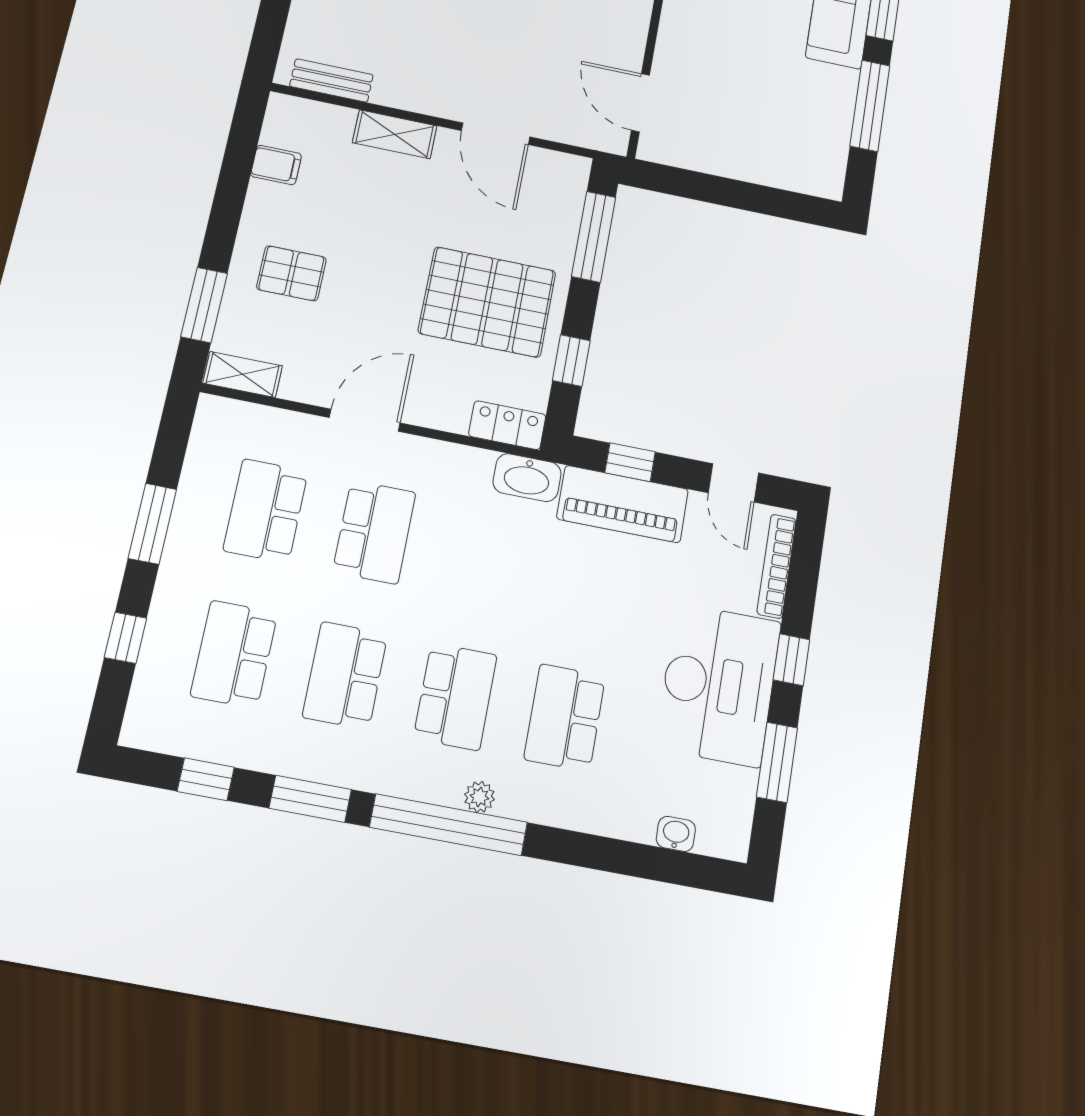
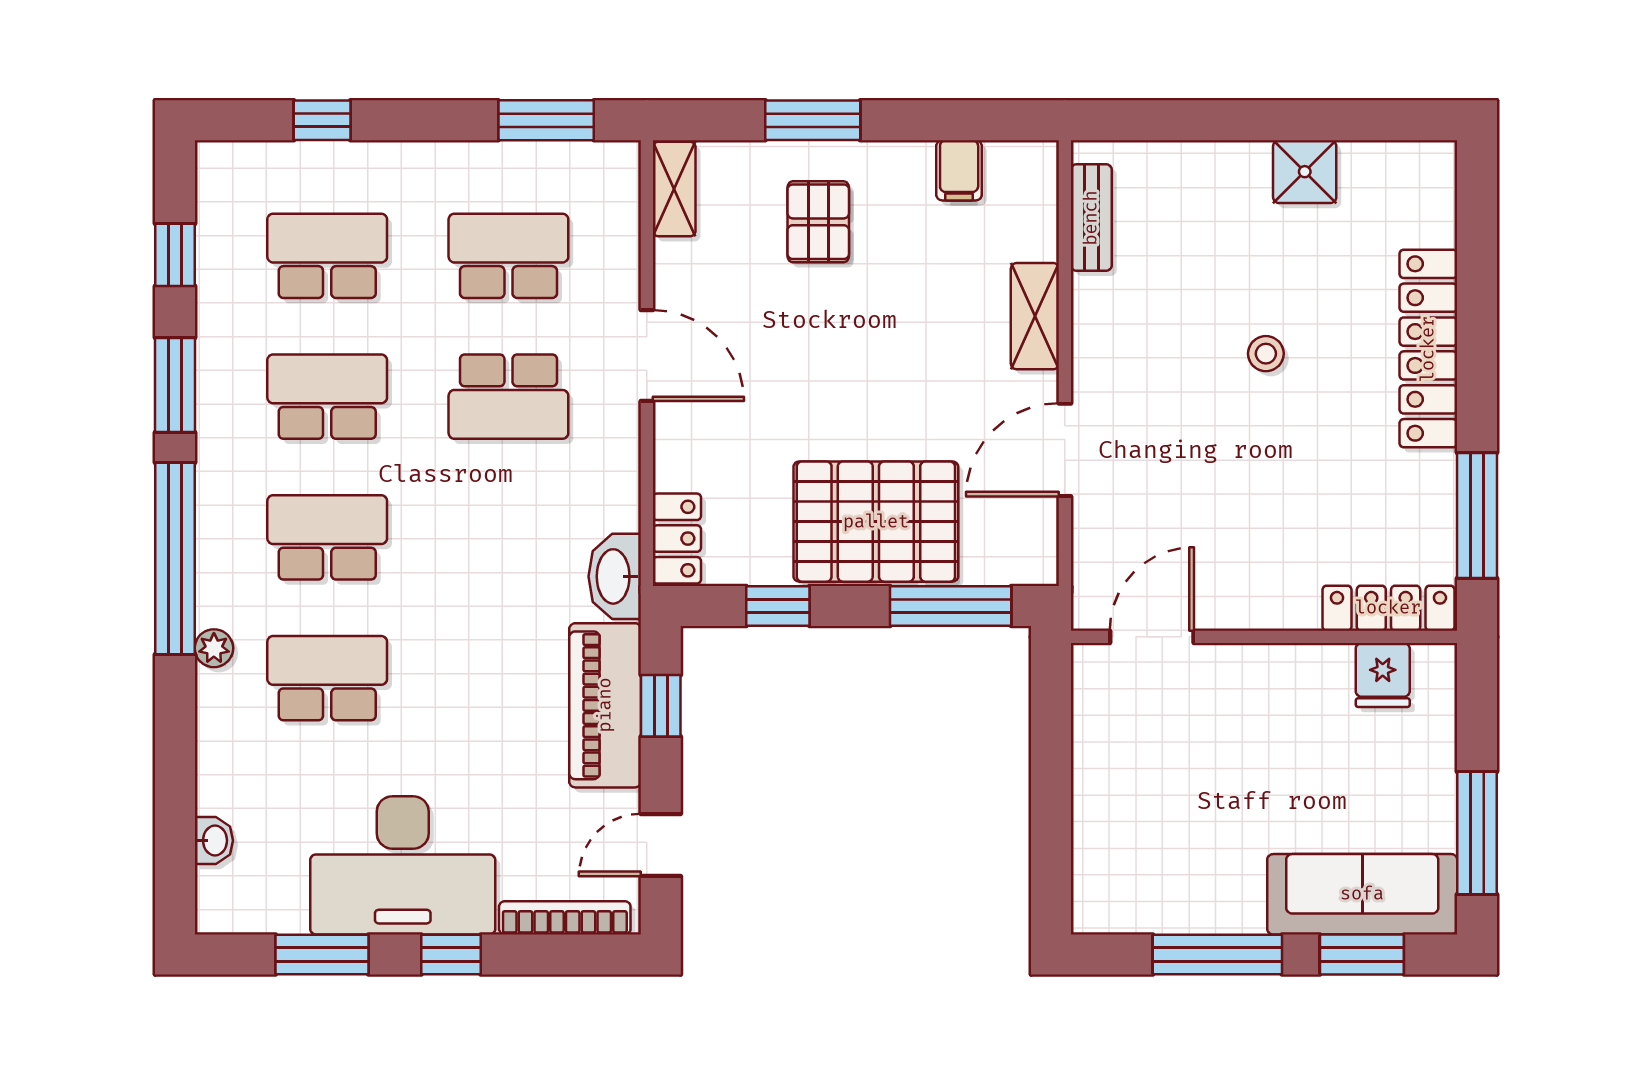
pallet: (487, 302) -> (876, 522), moved, turned 90
window: (204, 305) -> (813, 120), moved
window: (152, 524) -> (546, 120), moved
school desk: (455, 697) -> (327, 537), turned 180
plant: (479, 797) -> (214, 648), moved

